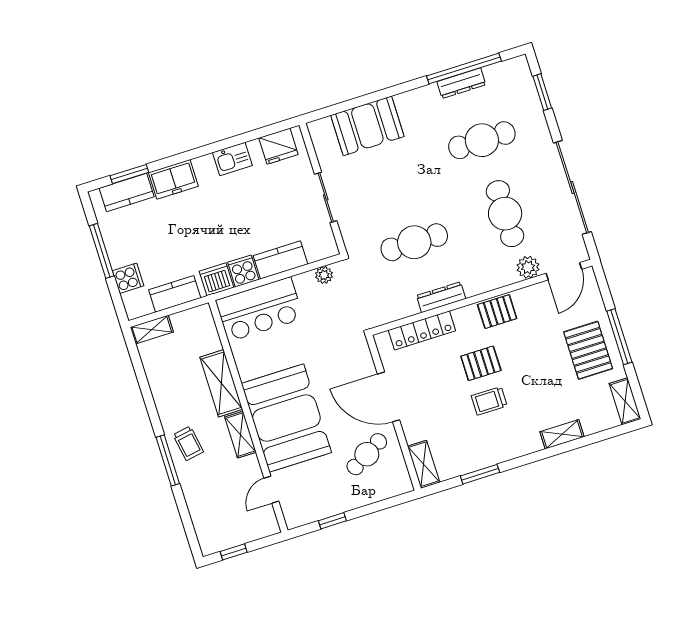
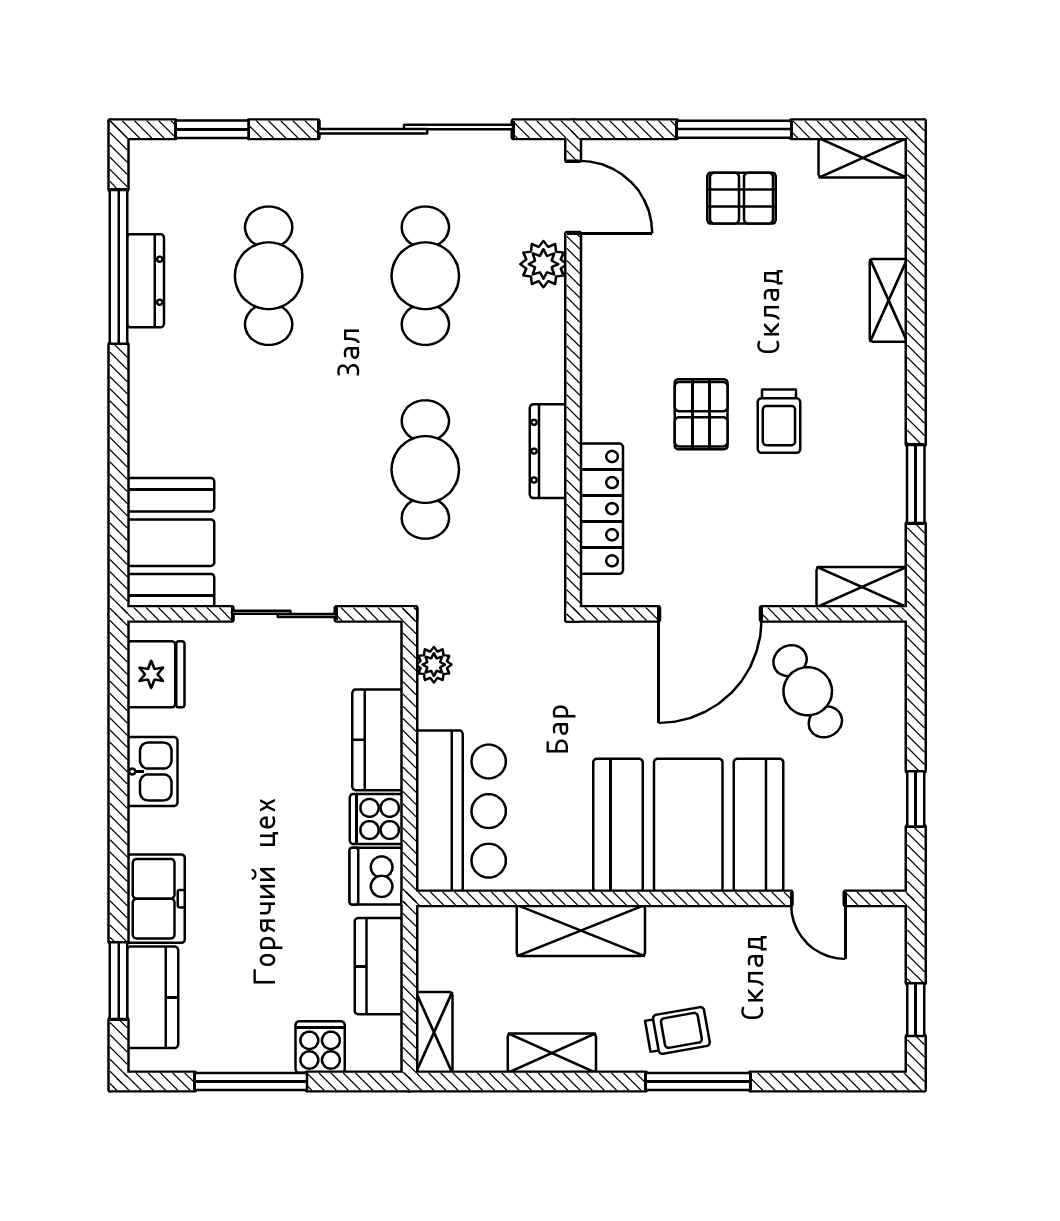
booth: (367, 126) -> (171, 543), moved
cafe table: (505, 214) -> (425, 276), turned 90
pallet: (497, 312) -> (611, 351), removed
pallet: (588, 350) -> (741, 198), width x0.67, depth x0.71
shelving: (240, 435) -> (552, 1053), moved

